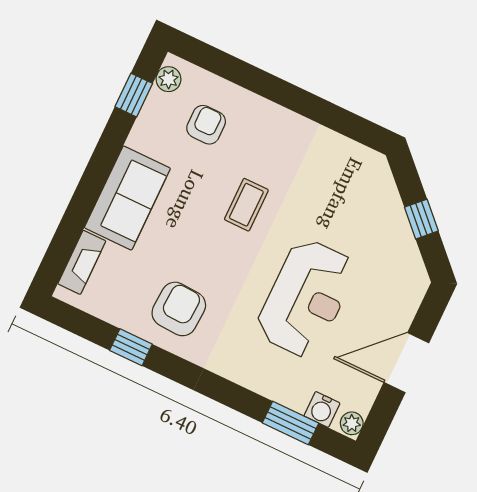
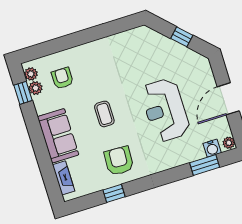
plant: (157, 104) -> (36, 88), added
coffee table: (246, 205) -> (104, 114), moved
reception desk: (306, 298) -> (165, 110), turned 180

